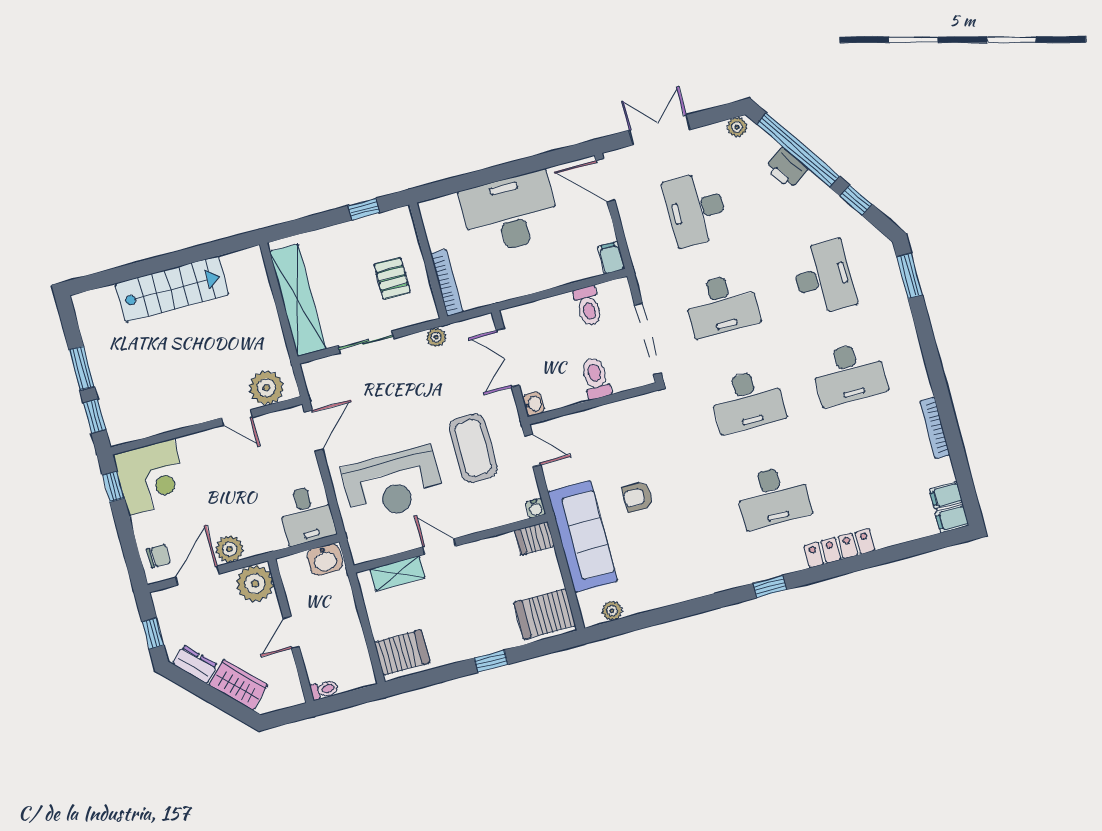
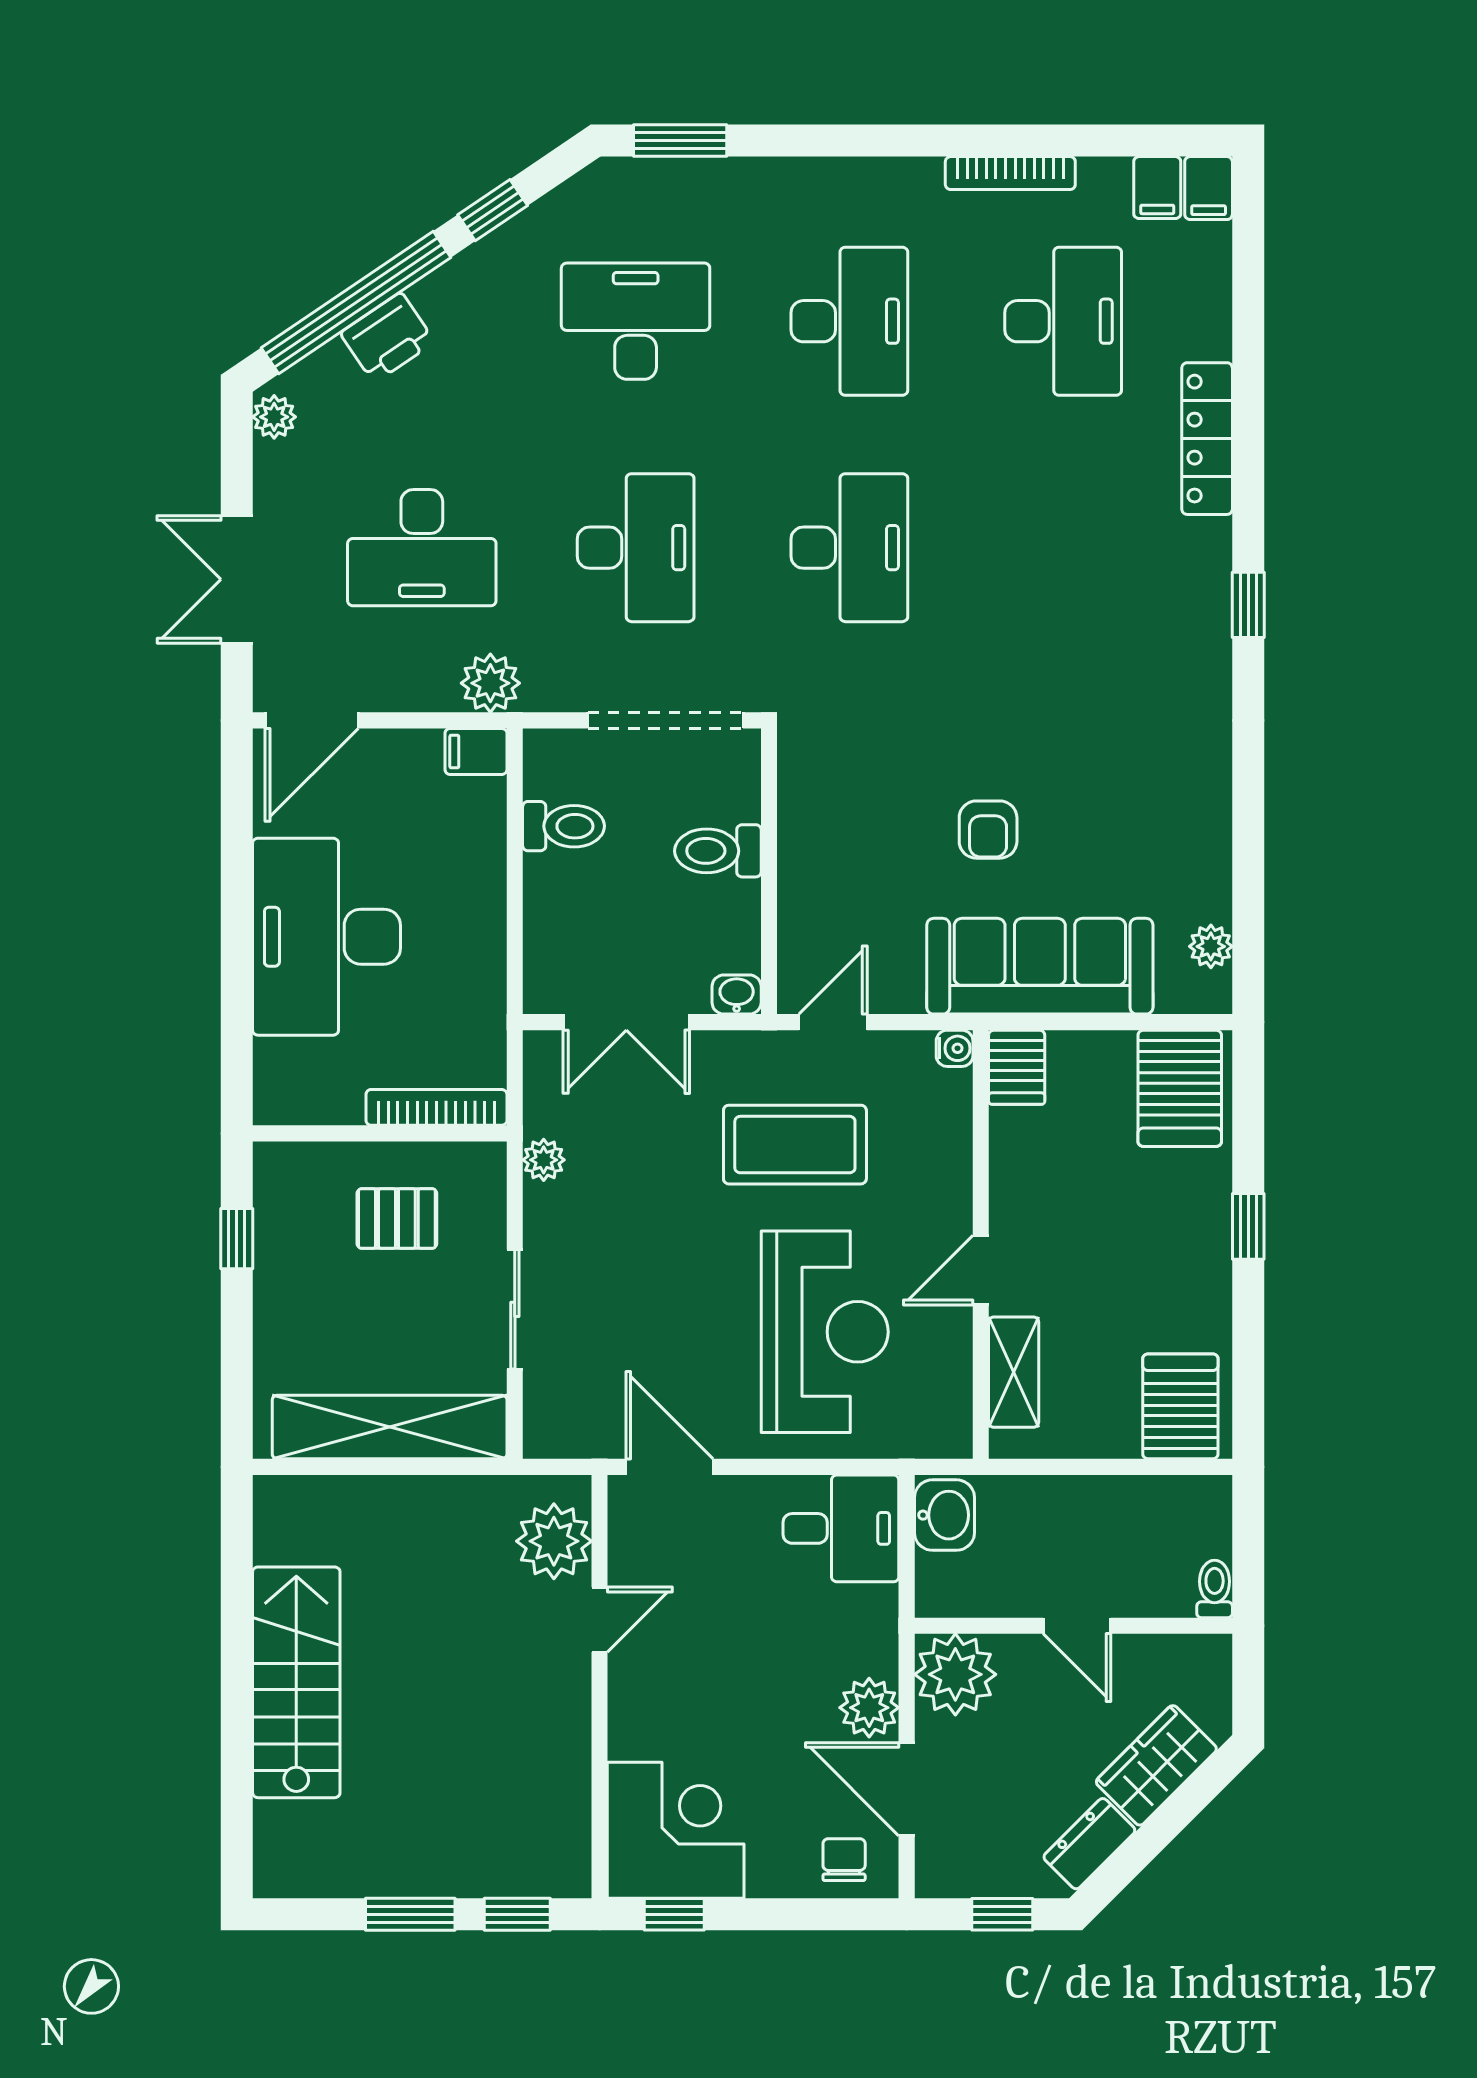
plant: (644, 256) -> (490, 683), added
desk: (773, 497) -> (1063, 321), moved

